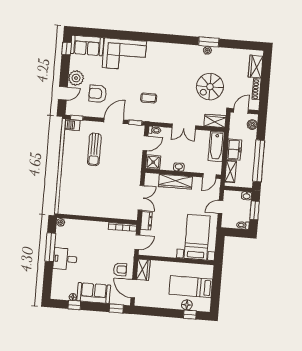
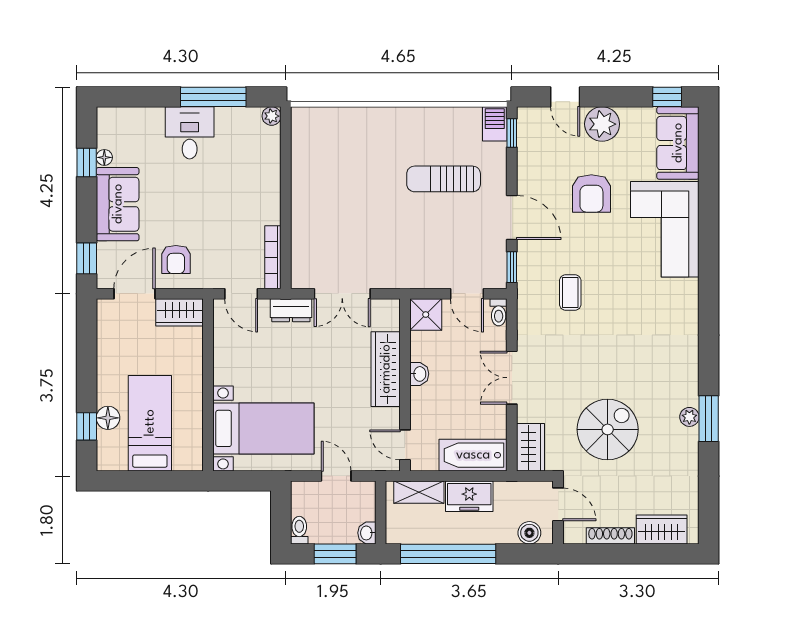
spiral stairs: (210, 87) -> (608, 429), turned 90
armchair: (98, 94) -> (591, 193), moved, turned 180

